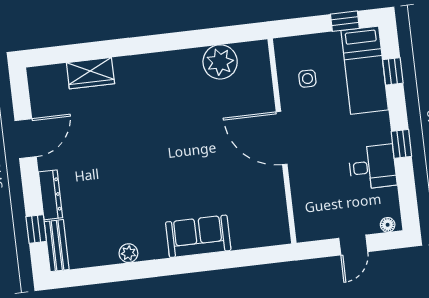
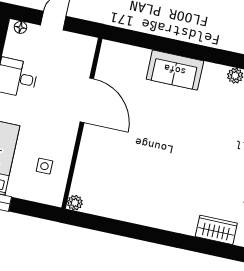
plant: (220, 62) -> (75, 203), moved, width x0.53, depth x0.53
door: (282, 138) -> (87, 100), moved

